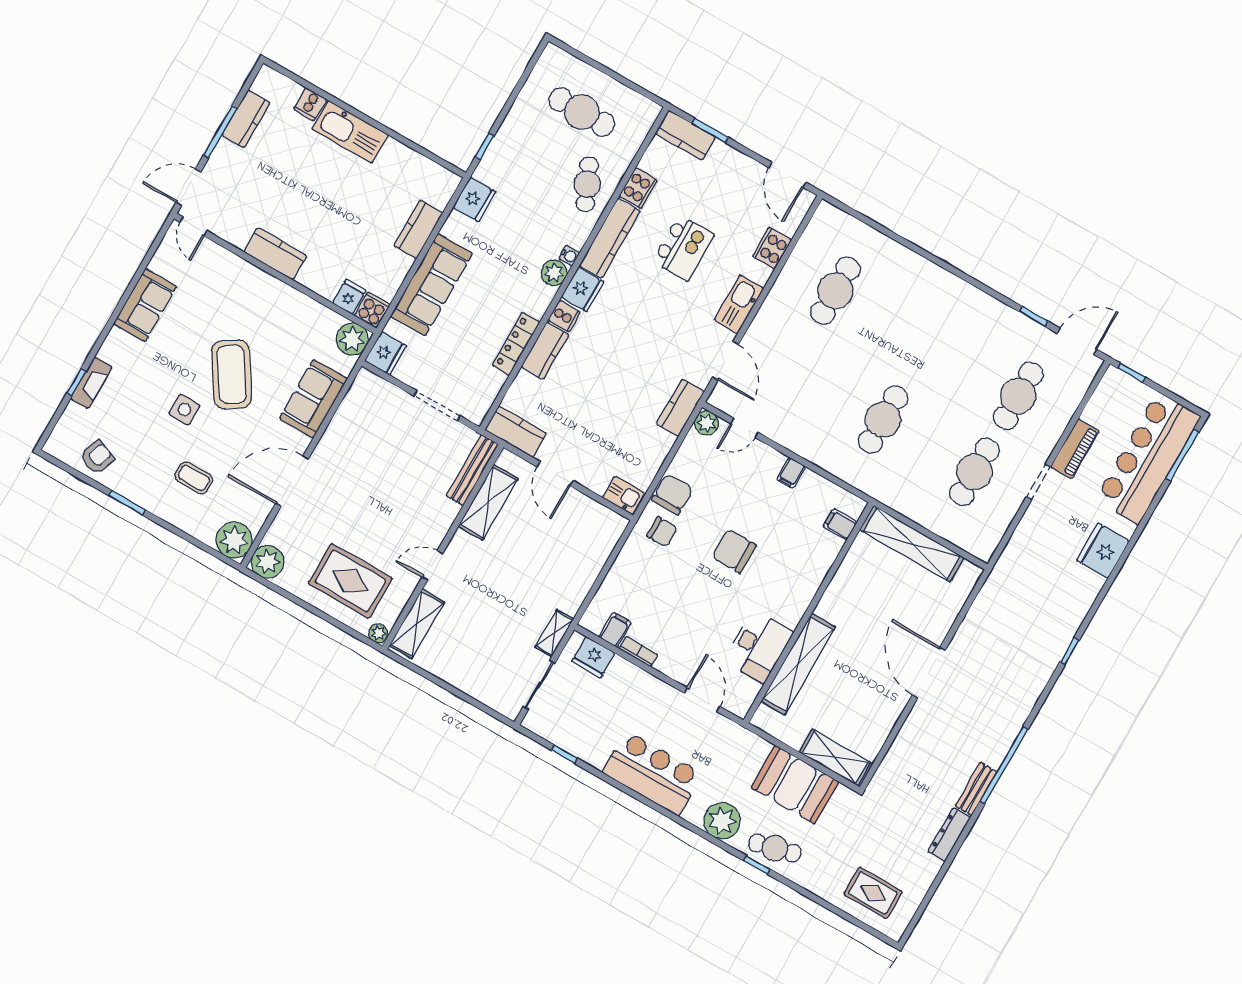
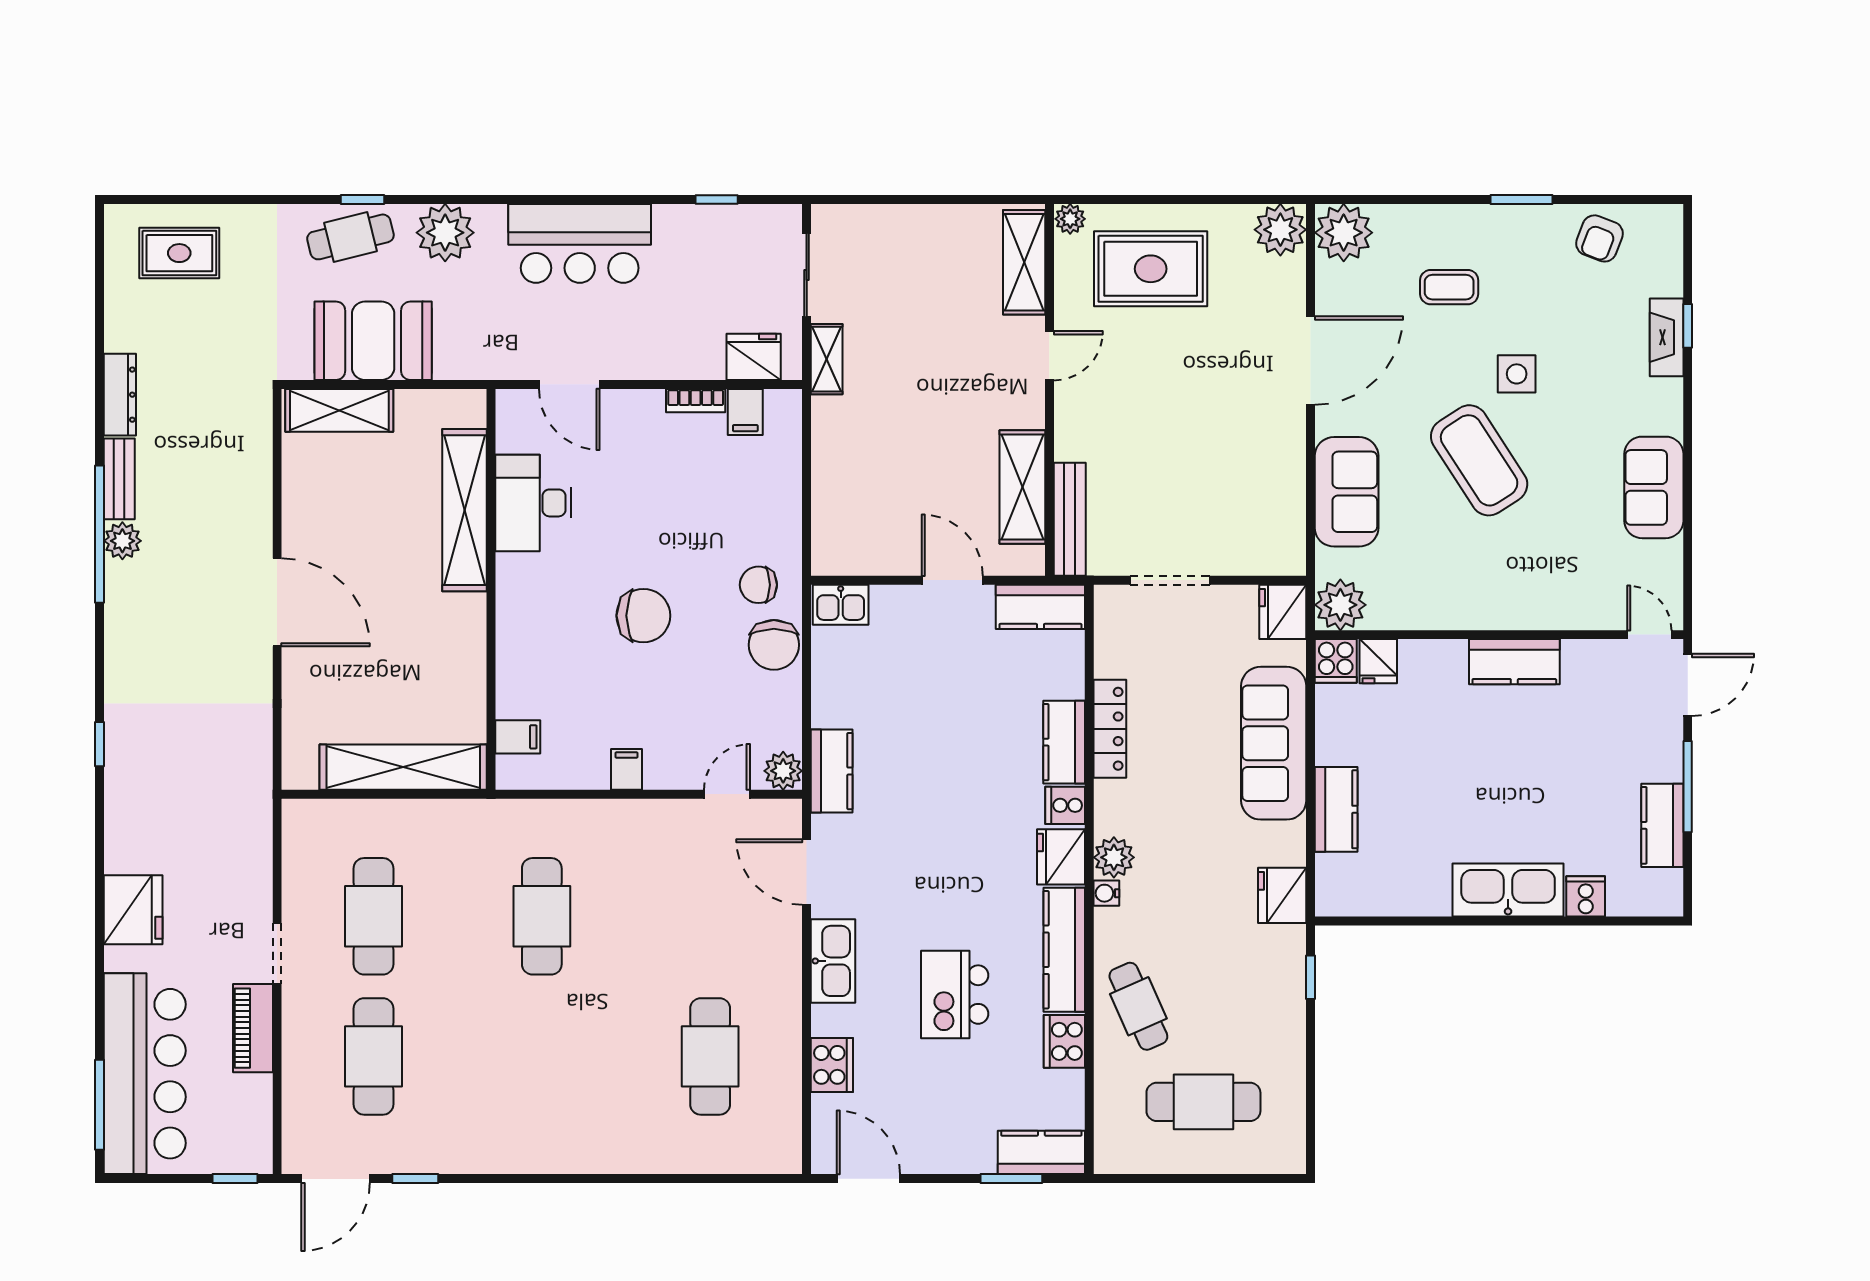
plant: (994, 754) -> (122, 541), added

